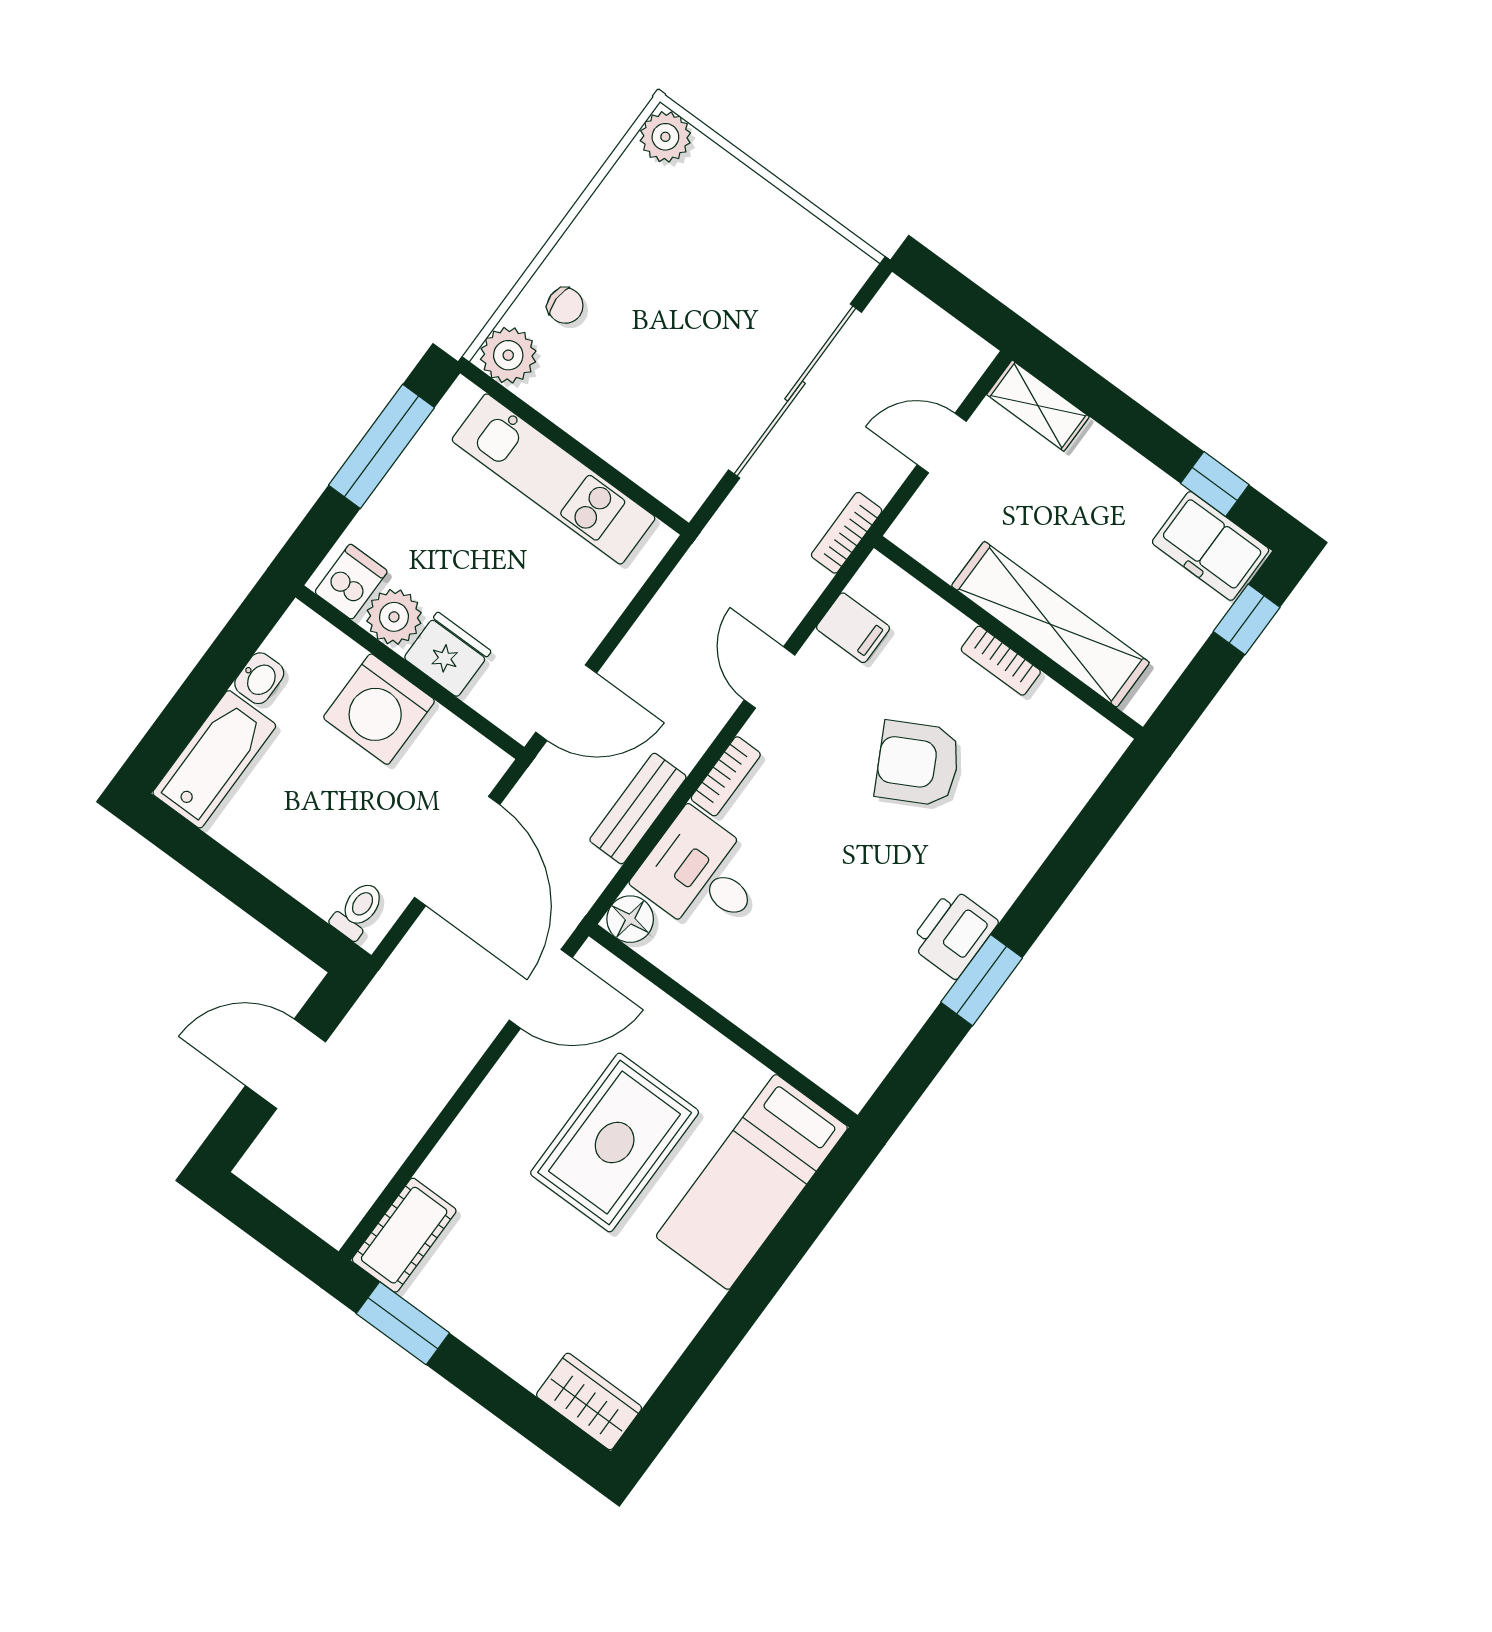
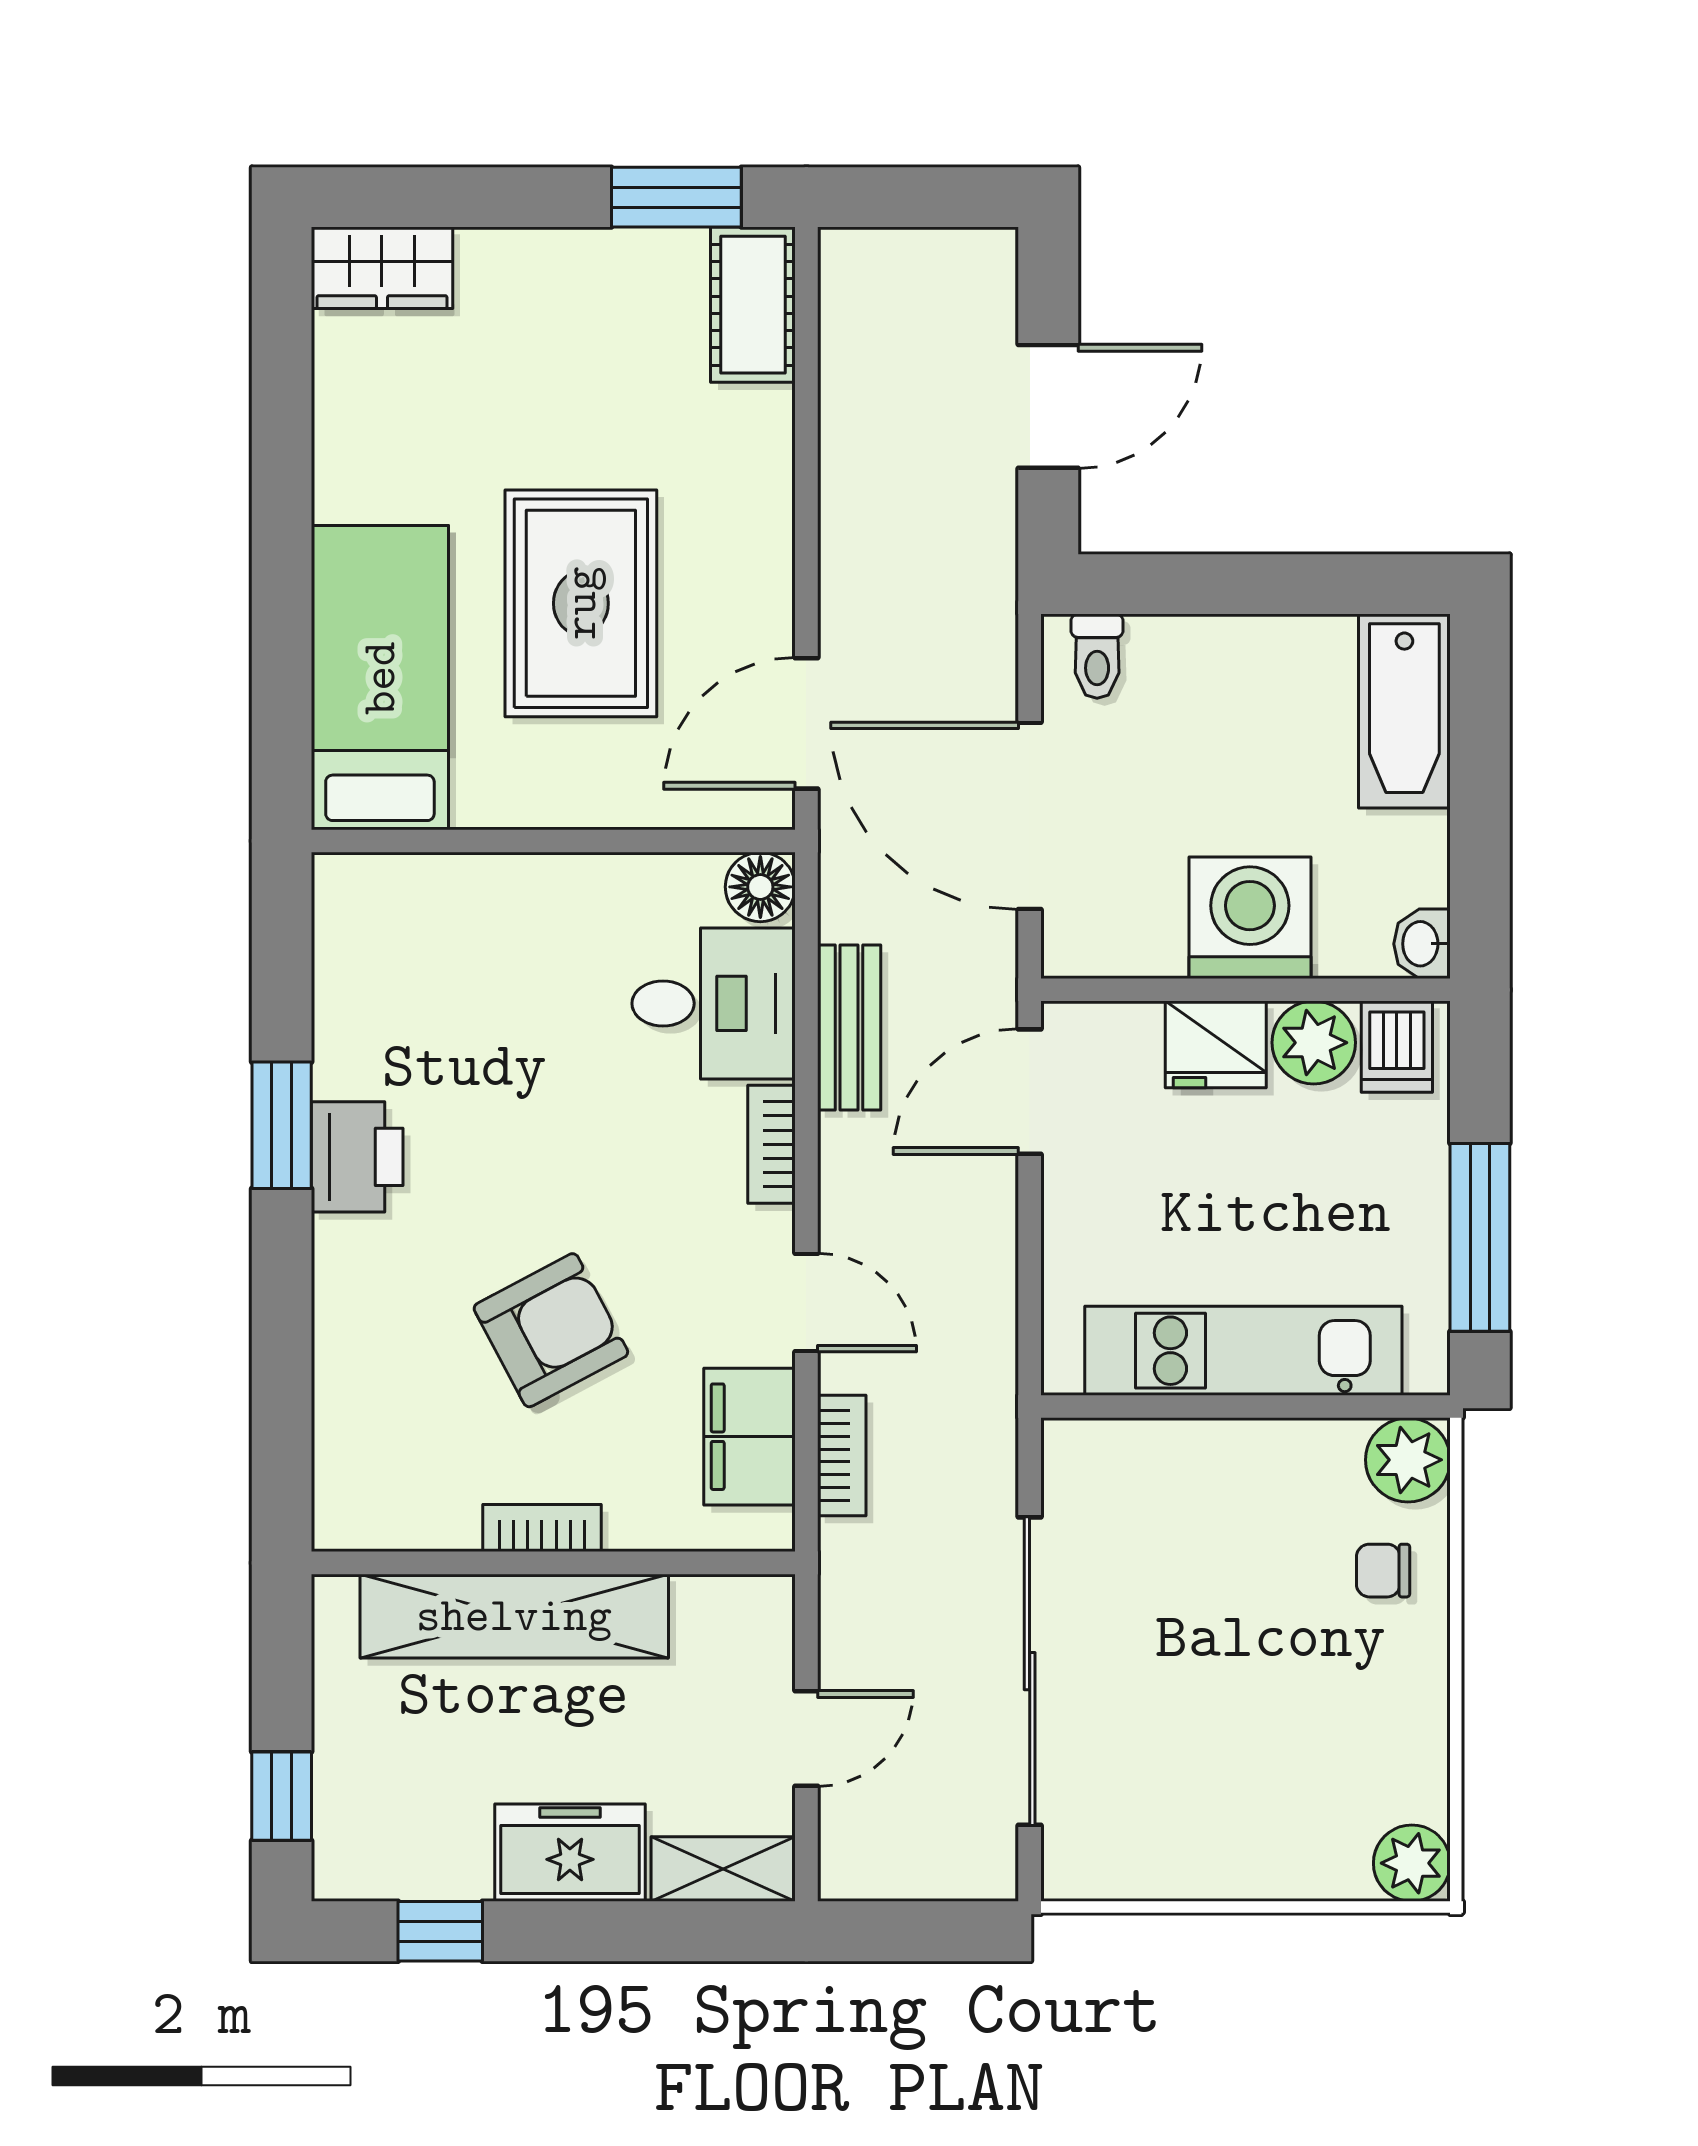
bookcase: (847, 533) -> (842, 1455), moved
freezer: (1211, 546) -> (570, 1853), moved
filing cabinet: (853, 628) -> (750, 1437), width x2.00
washbasin: (259, 678) -> (1422, 944), moved

